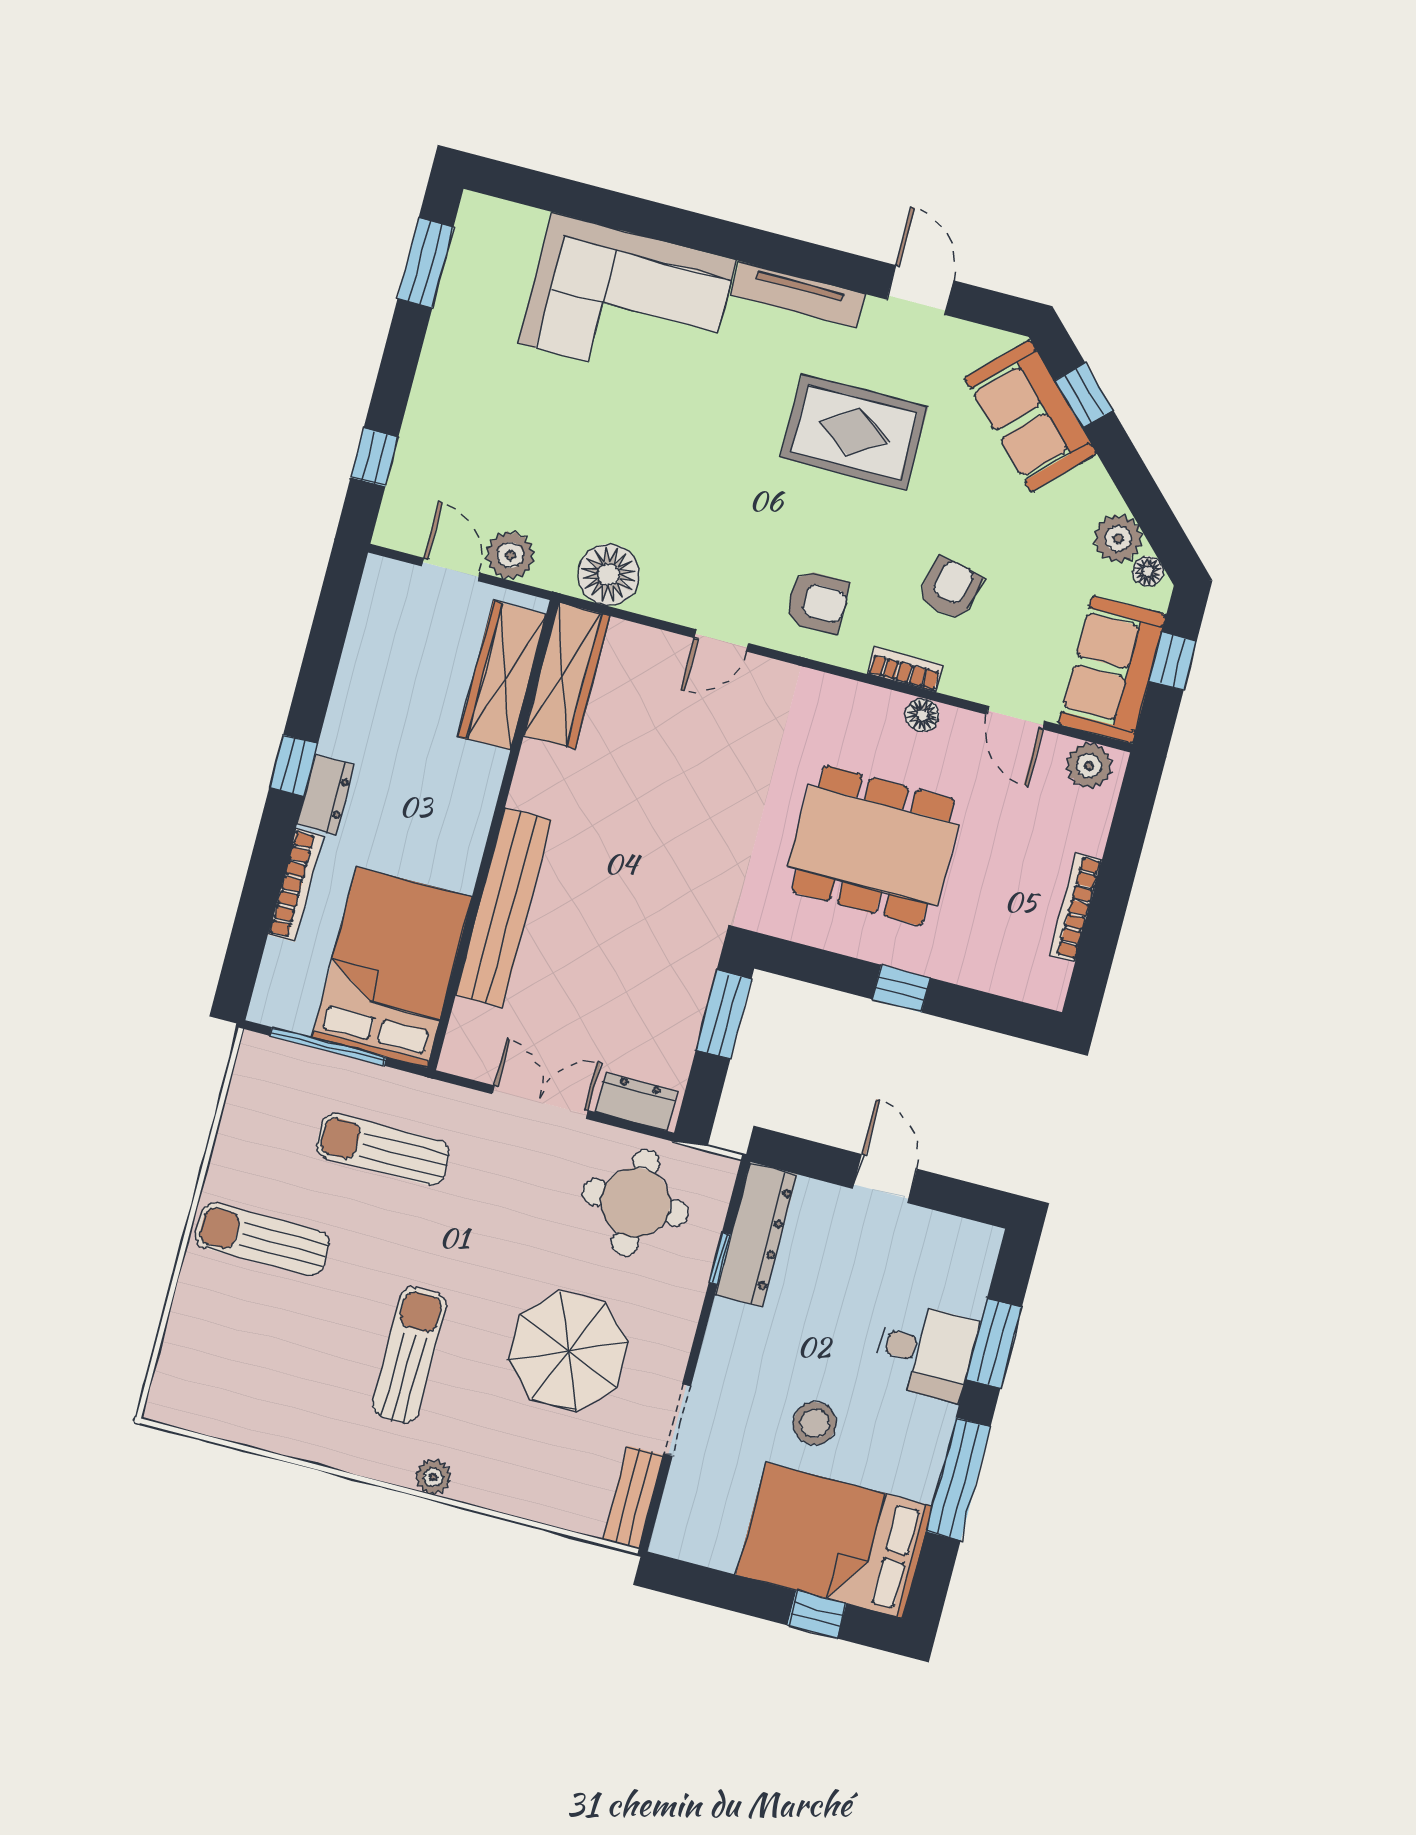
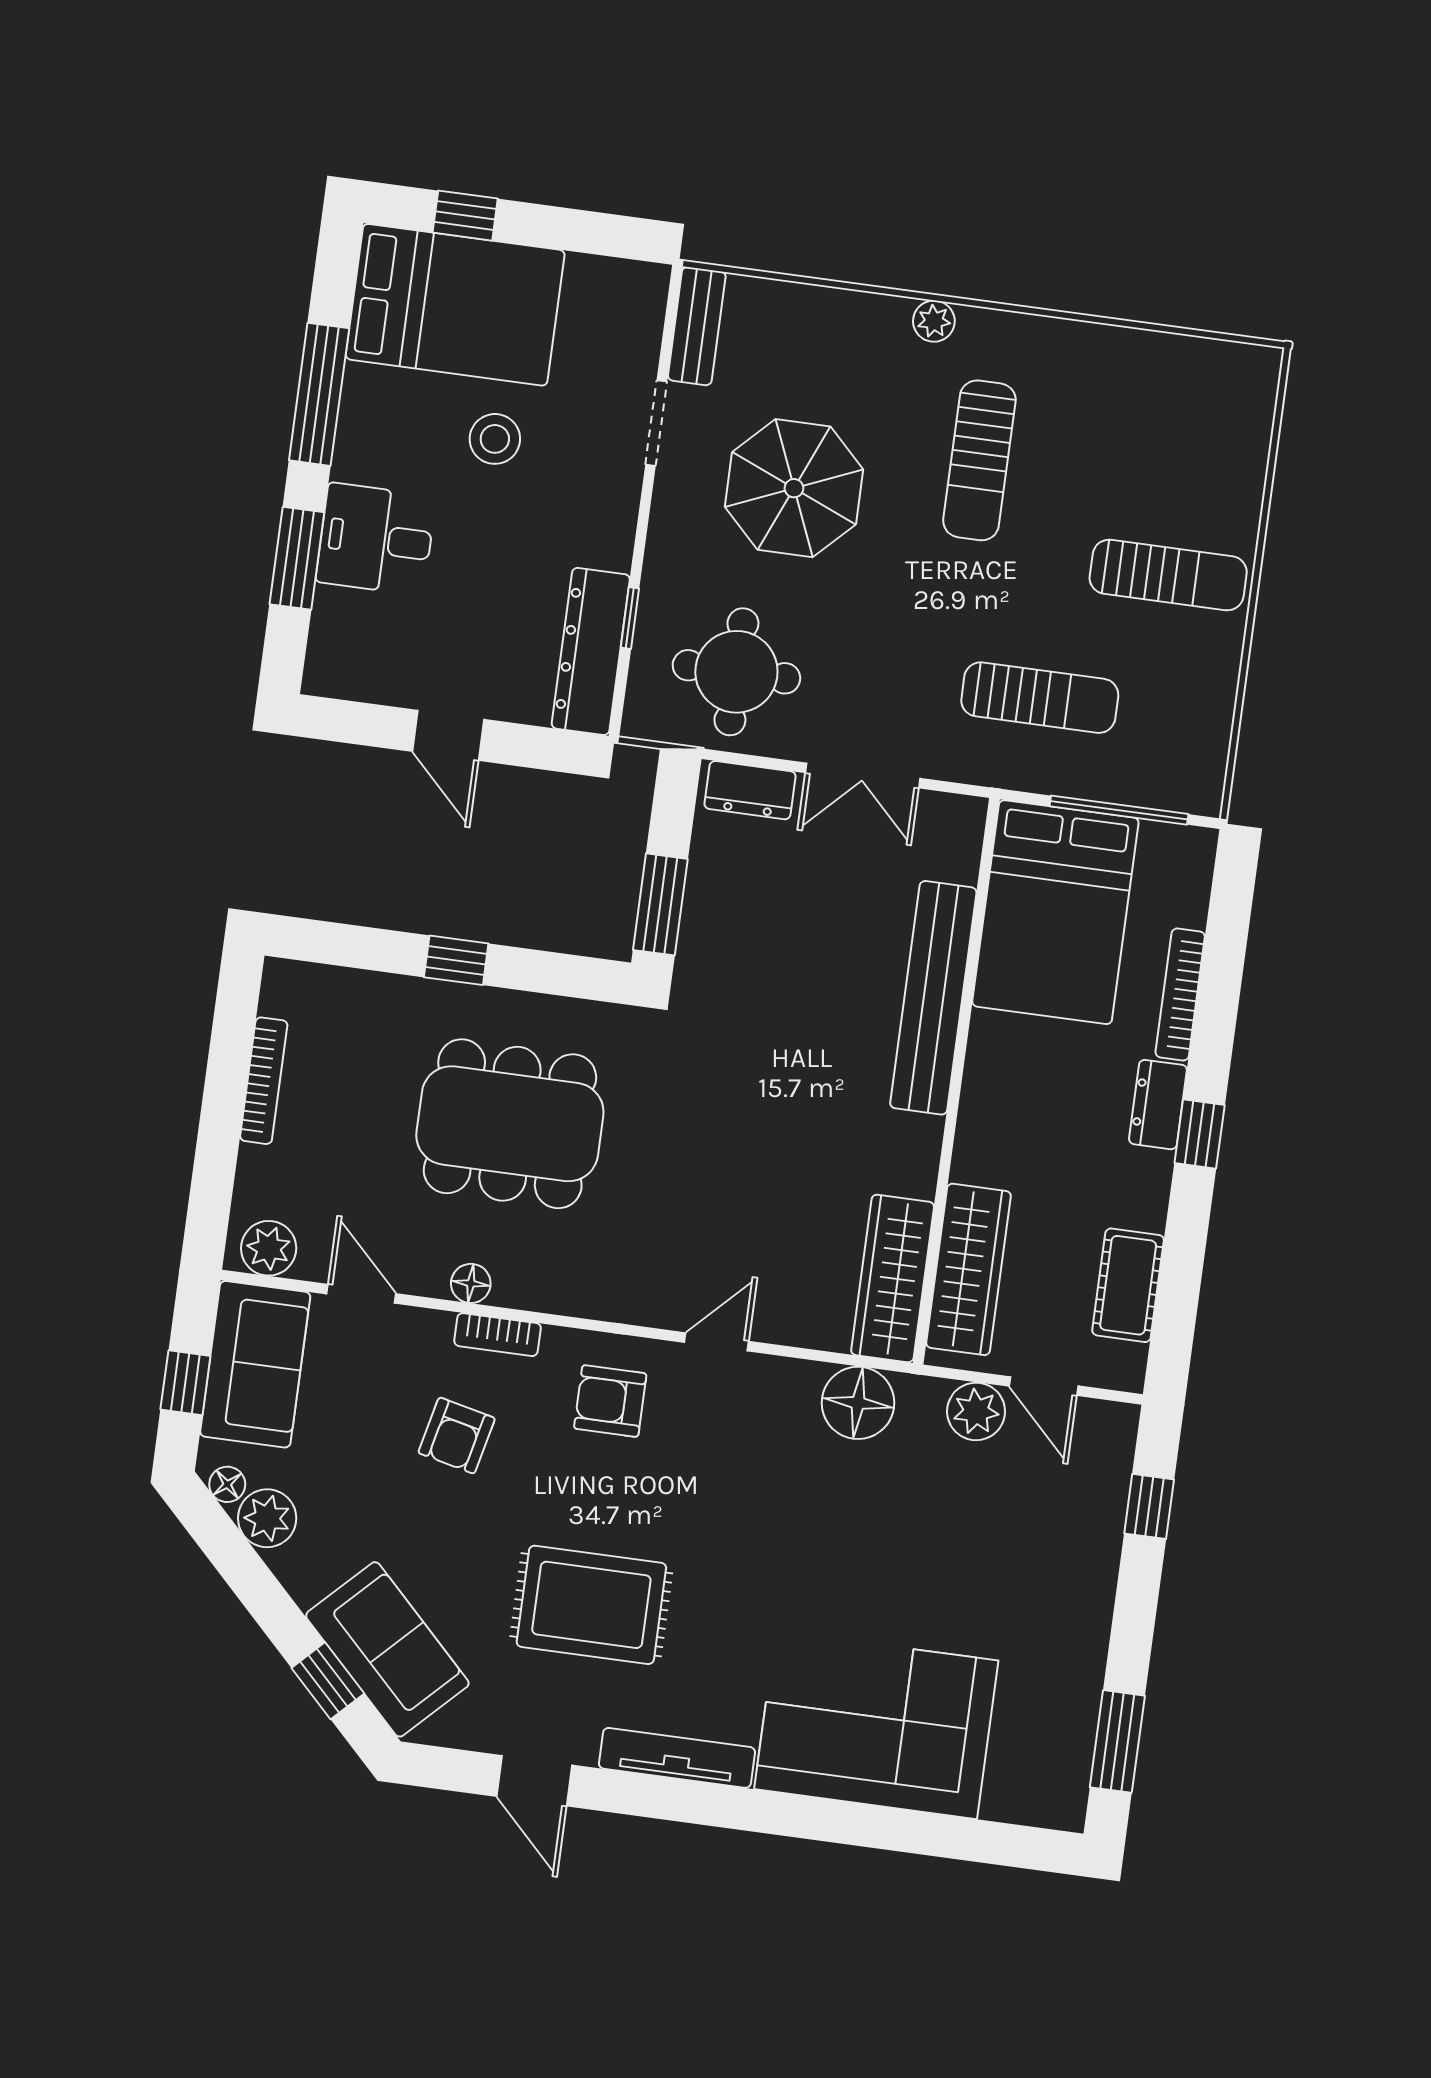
cot: (369, 646) -> (1128, 1285), added

